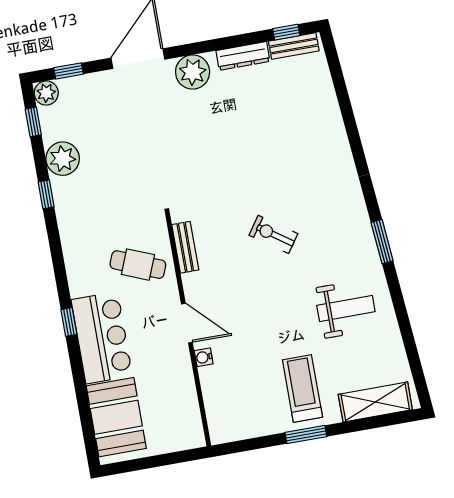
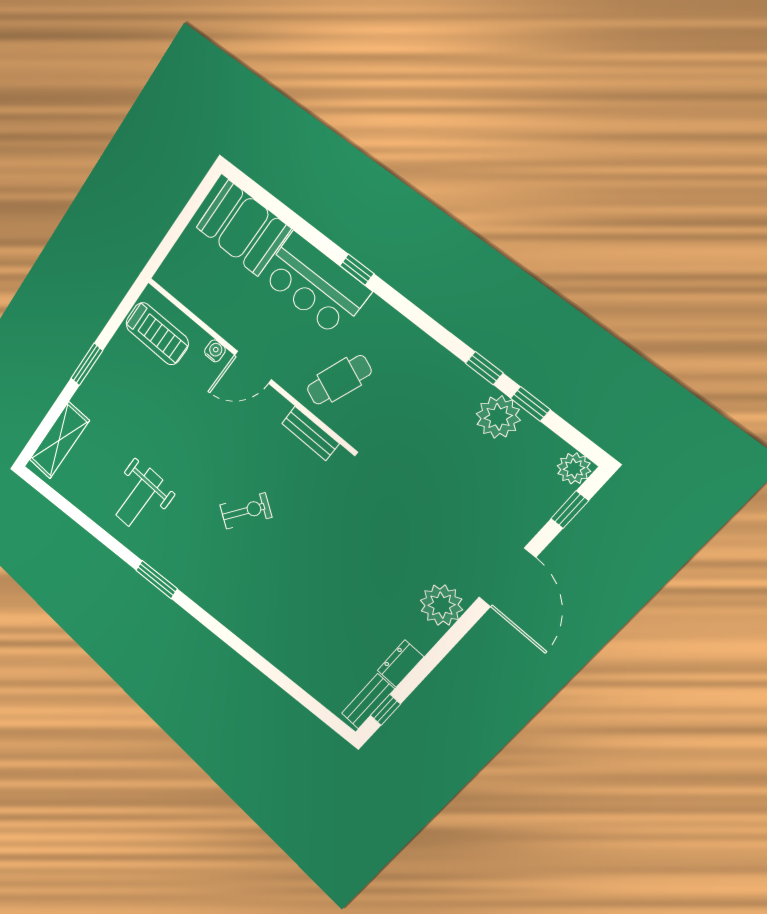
dresser: (243, 56) -> (401, 664), width x0.70
window: (33, 122) -> (530, 404), moved
treadmill: (302, 388) -> (157, 333), moved

